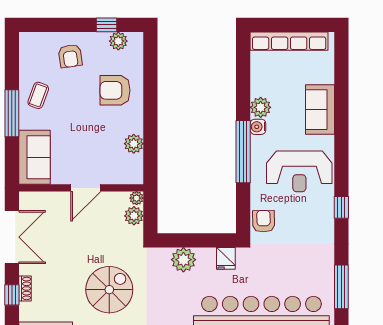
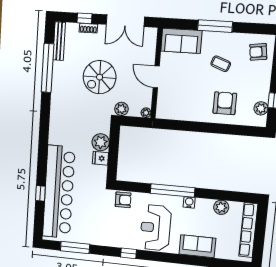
armchair: (70, 56) -> (258, 52), moved
coffee table: (38, 95) -> (221, 64), moved
plant: (261, 107) -> (221, 207), moved
plant: (134, 144) -> (185, 114), removed
plant: (134, 216) -> (121, 109), moved
fridge: (226, 258) -> (100, 158), moved
spiral stairs: (109, 290) -> (100, 77), moved, turned 90

